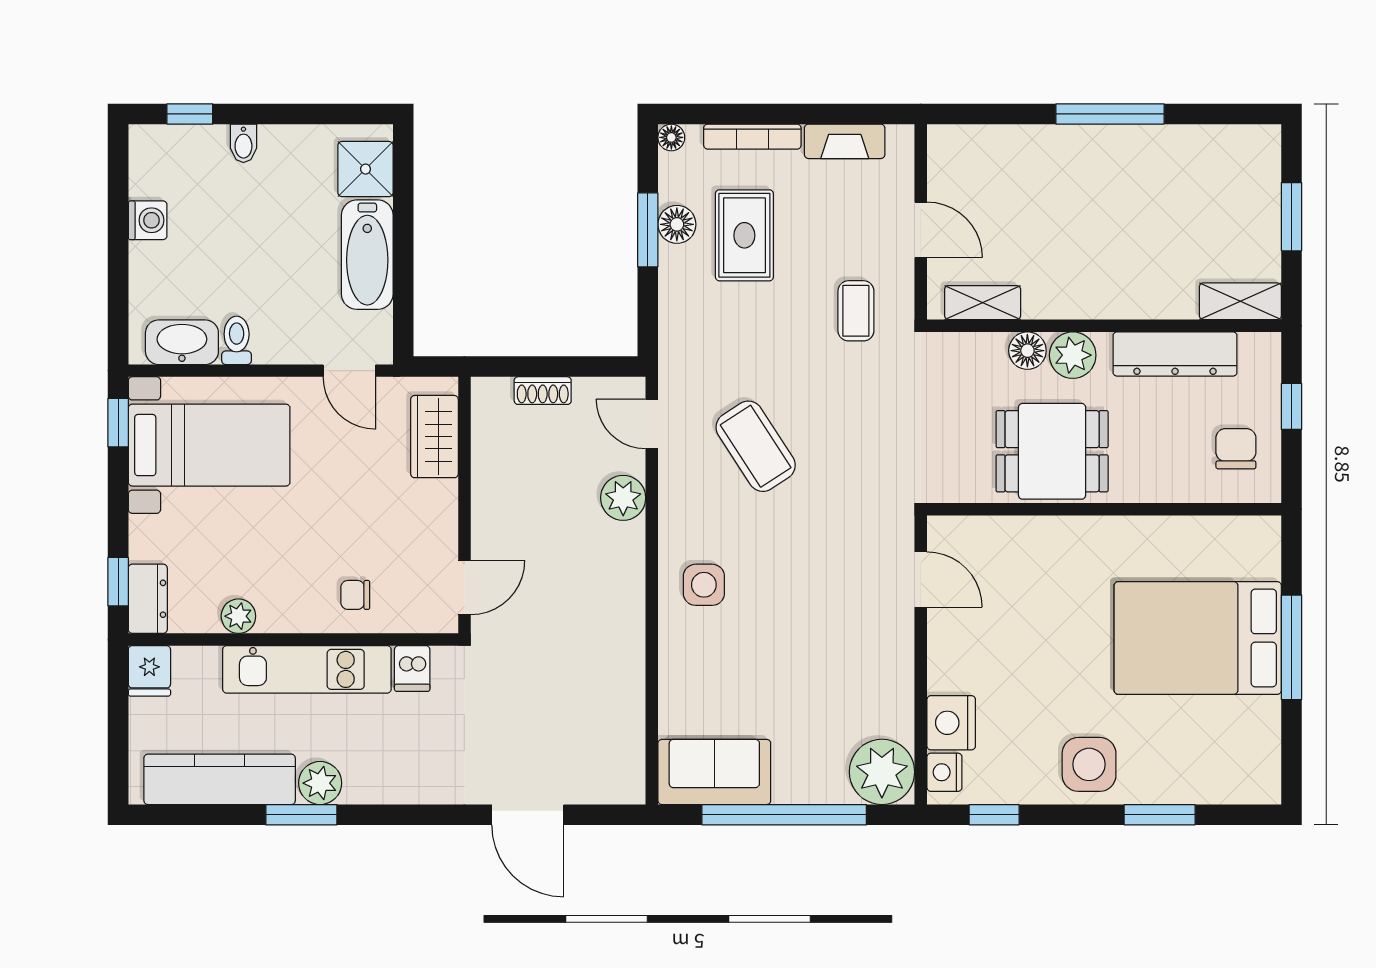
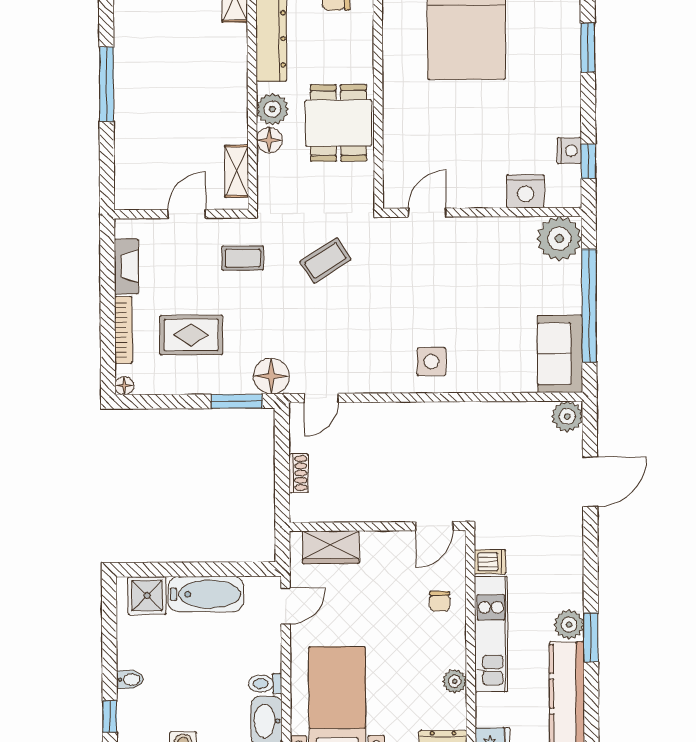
floor lamp: (677, 224) -> (271, 376), moved, width x1.38, depth x1.38
window: (648, 230) -> (237, 401), moved
coffee table: (756, 446) -> (326, 260), moved, width x0.73, depth x0.77
plant: (623, 498) -> (567, 416), moved
door: (464, 588) -> (434, 526), swing flipped
side table: (1089, 764) -> (553, 96), removed
nightstand: (944, 772) -> (569, 151), moved, turned -90

